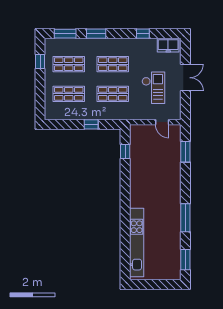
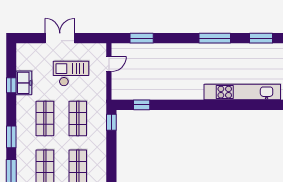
freezer: (168, 45) -> (24, 83), moved
window: (91, 124) -> (111, 122), moved

